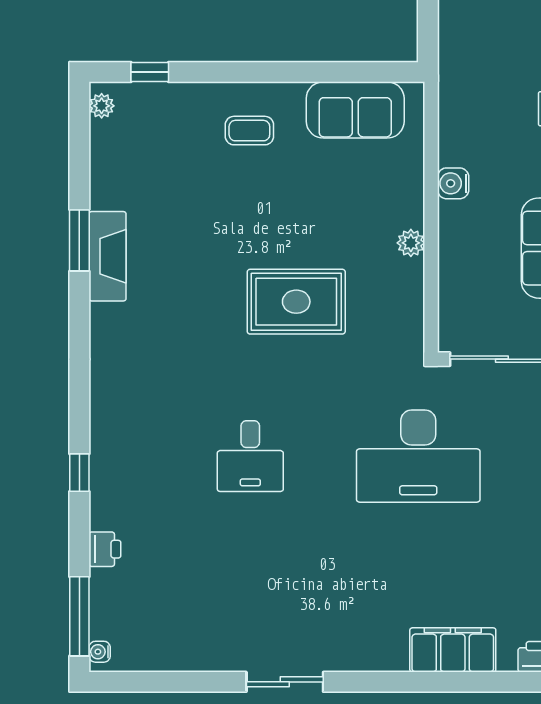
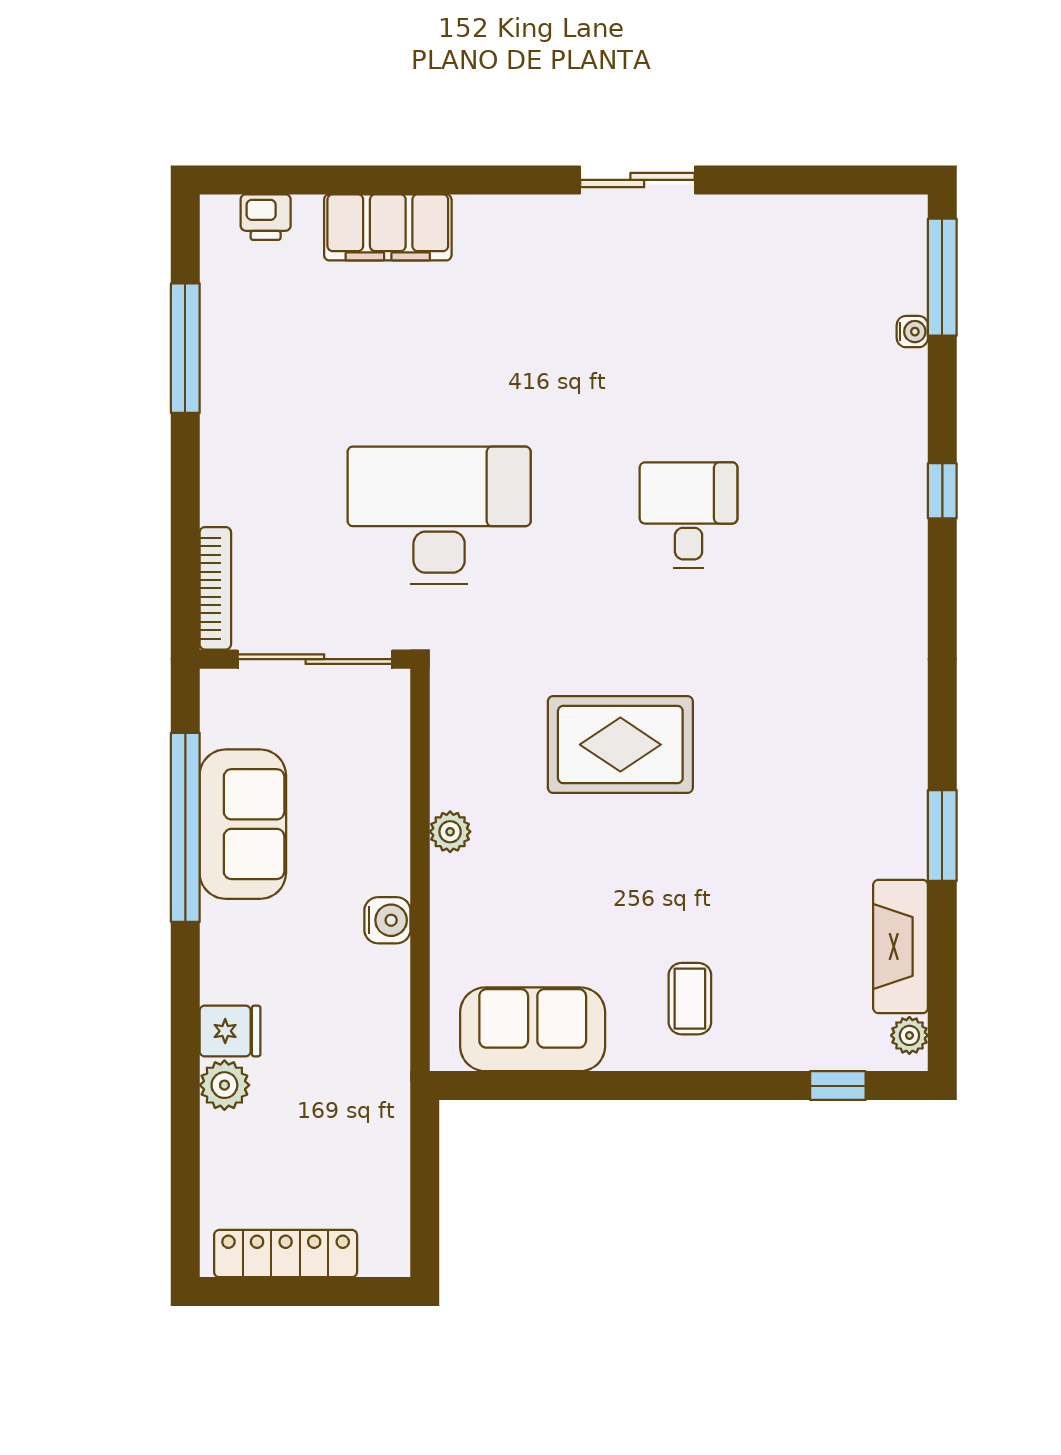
coffee table: (249, 131) -> (690, 999), turned 90
fireplace: (108, 256) -> (901, 946), moved
printer: (105, 549) -> (904, 377), removed
water cooler: (100, 652) -> (912, 332), moved

